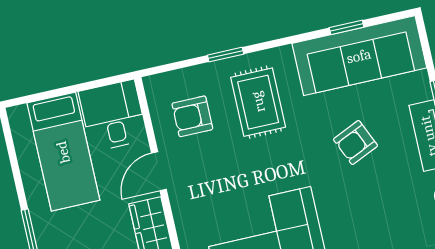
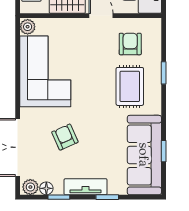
rug: (258, 102) -> (130, 86), turned 90
armchair: (355, 143) -> (65, 137), moved

